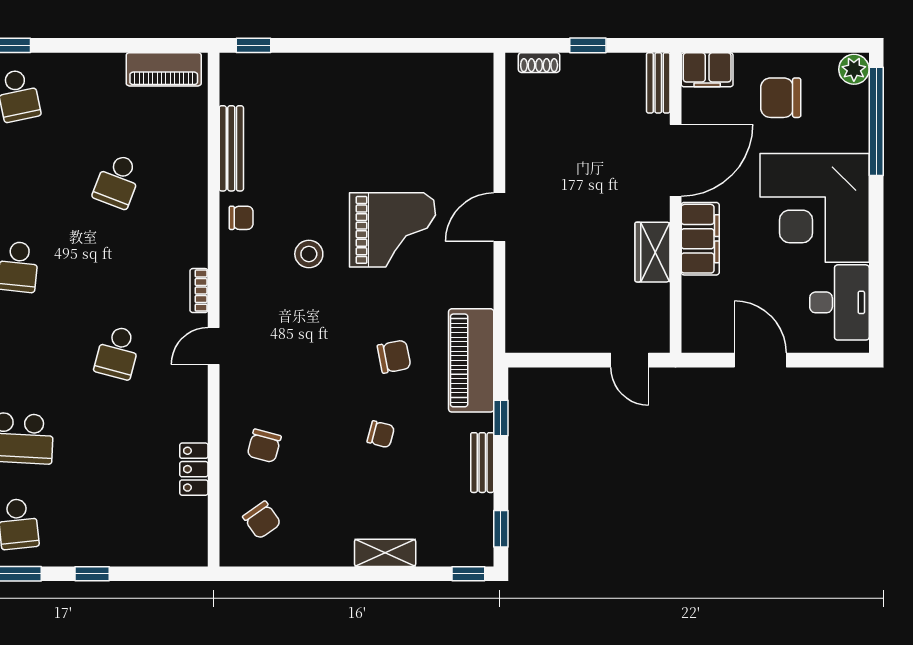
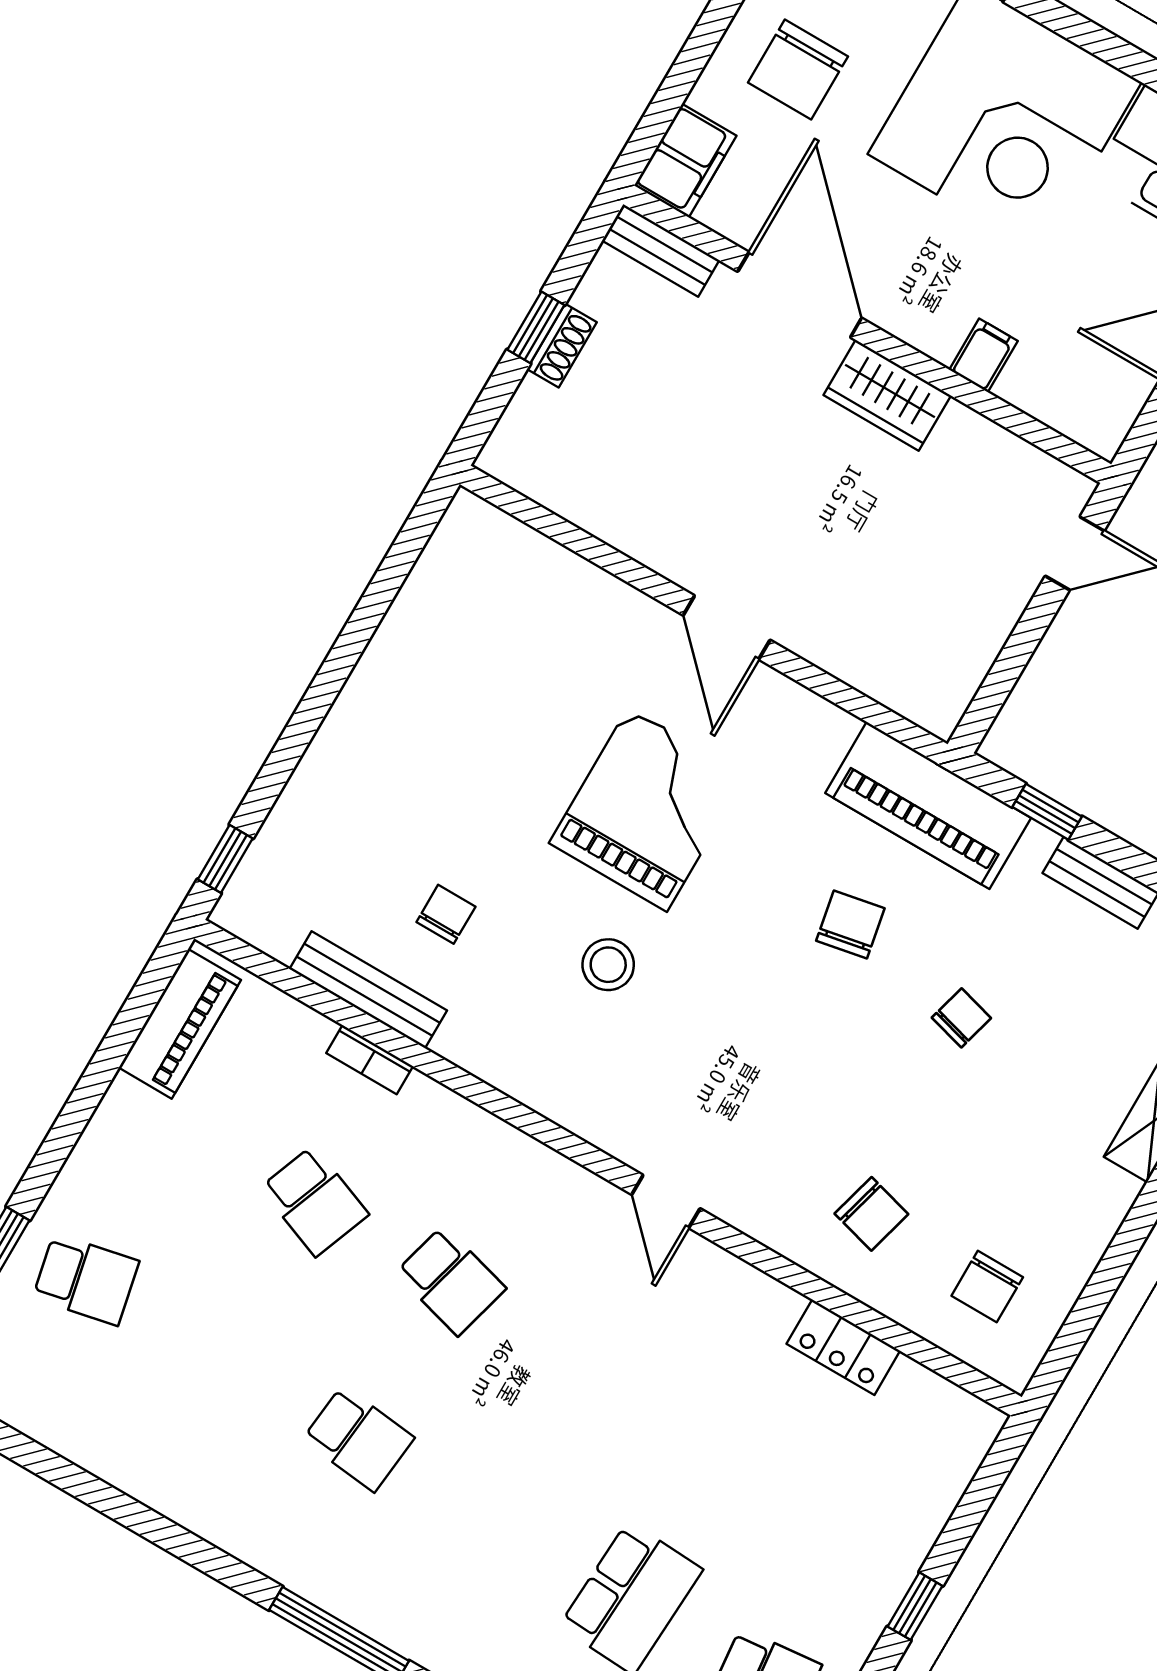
shoe rack: (539, 63) -> (562, 346), moved
chair: (241, 218) -> (446, 914), moved
filing cabinet: (700, 239) -> (983, 355), width x0.33, depth x0.86
wardrobe: (652, 252) -> (887, 395), moved
bookcase: (199, 291) -> (370, 1060), moved
school desk: (117, 352) -> (451, 1281), moved
chair: (262, 520) -> (987, 1286), turned 125

